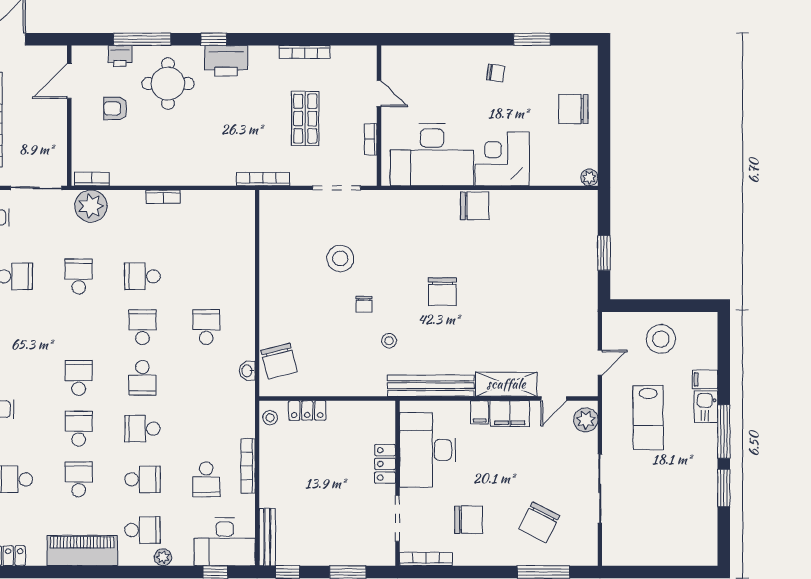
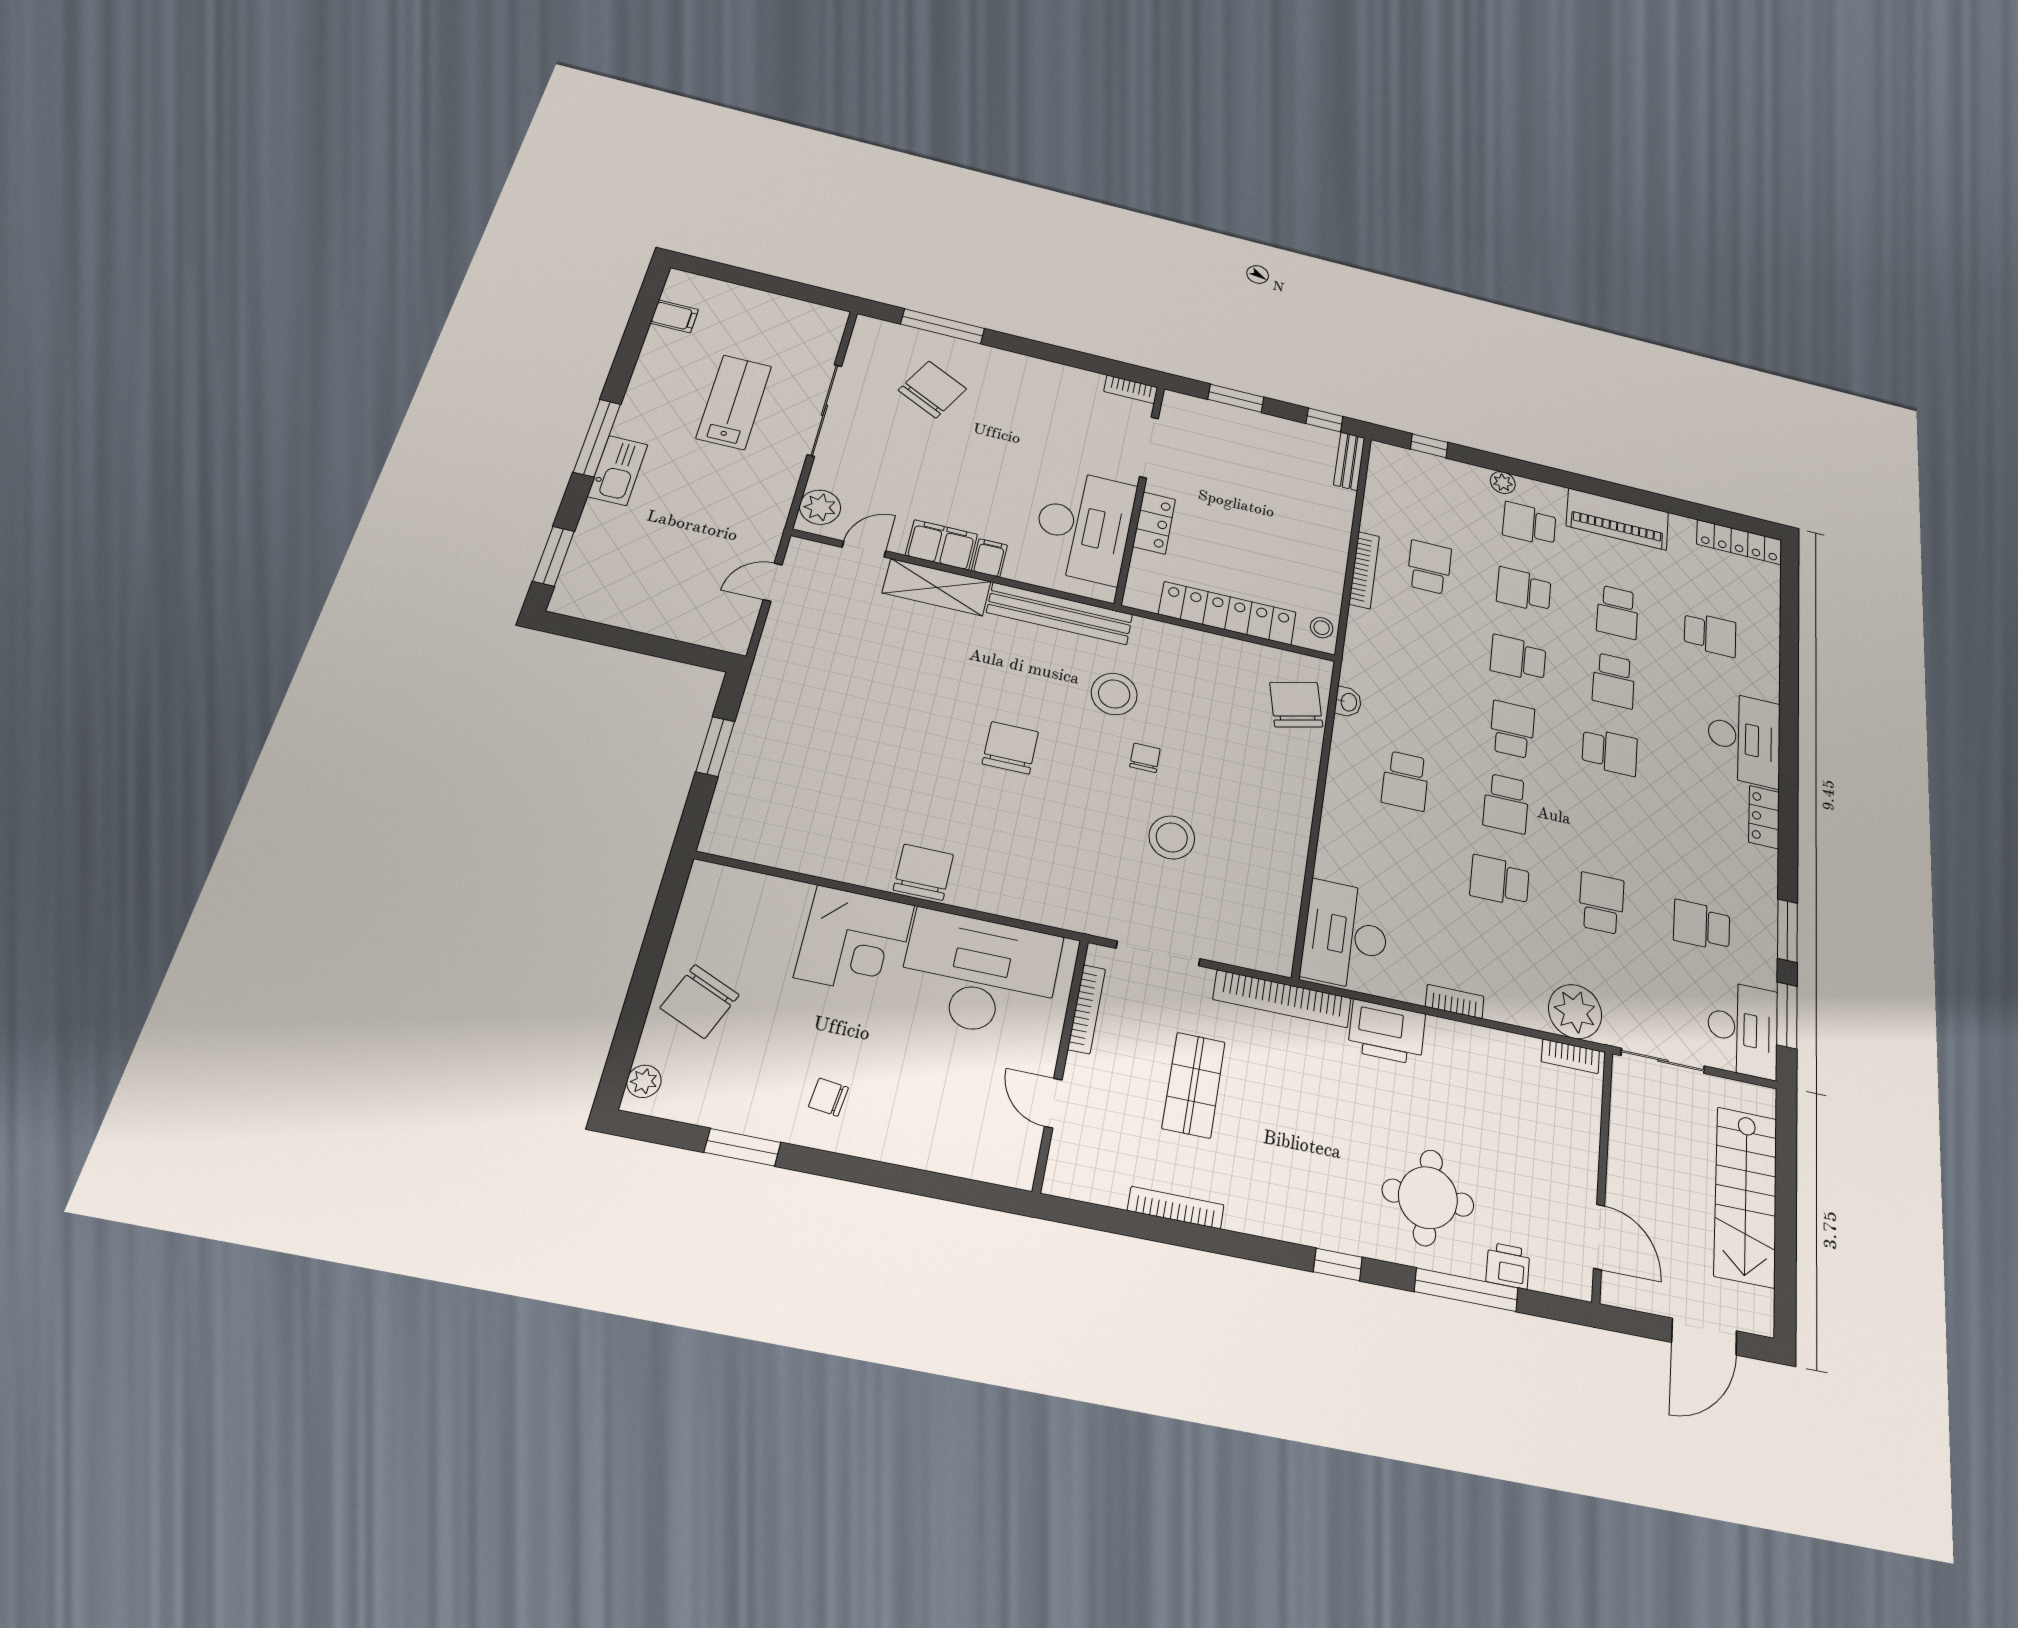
printer: (226, 61) -> (1387, 1032), moved, turned 180
door: (69, 81) -> (1599, 1237), hinge flipped
armchair: (115, 108) -> (1523, 1171), removed
chair: (573, 109) -> (700, 1001), turned 113
bookcase: (371, 139) -> (1087, 1009), width x1.56
plant: (589, 177) -> (644, 1081), moved
bookcase: (263, 179) -> (1282, 999), width x1.48, depth x1.31
chair: (475, 206) -> (923, 872), turned 90
school desk: (79, 276) -> (1601, 903), turned 180
school desk: (142, 276) -> (1500, 881), turned 180
stool: (661, 339) -> (658, 593), removed
stool: (389, 341) -> (1114, 694), width x1.89, depth x1.89
school desk: (79, 378) -> (1610, 752), turned -90
filing cabinet: (705, 380) -> (674, 316), moved
kitchen sink: (706, 407) -> (618, 470), width x1.38
locker: (307, 410) -> (1227, 613), width x2.16, depth x1.21
lab bench: (648, 418) -> (734, 402), moved
school desk: (142, 429) -> (1518, 658), turned 180
window: (724, 488) -> (554, 556), moved
chair: (469, 520) -> (1041, 419), removed
bench: (267, 537) -> (1349, 461), width x0.73
desk: (225, 542) -> (1346, 935), moved, turned -90
bookcase: (426, 559) -> (1131, 389), width x0.64

